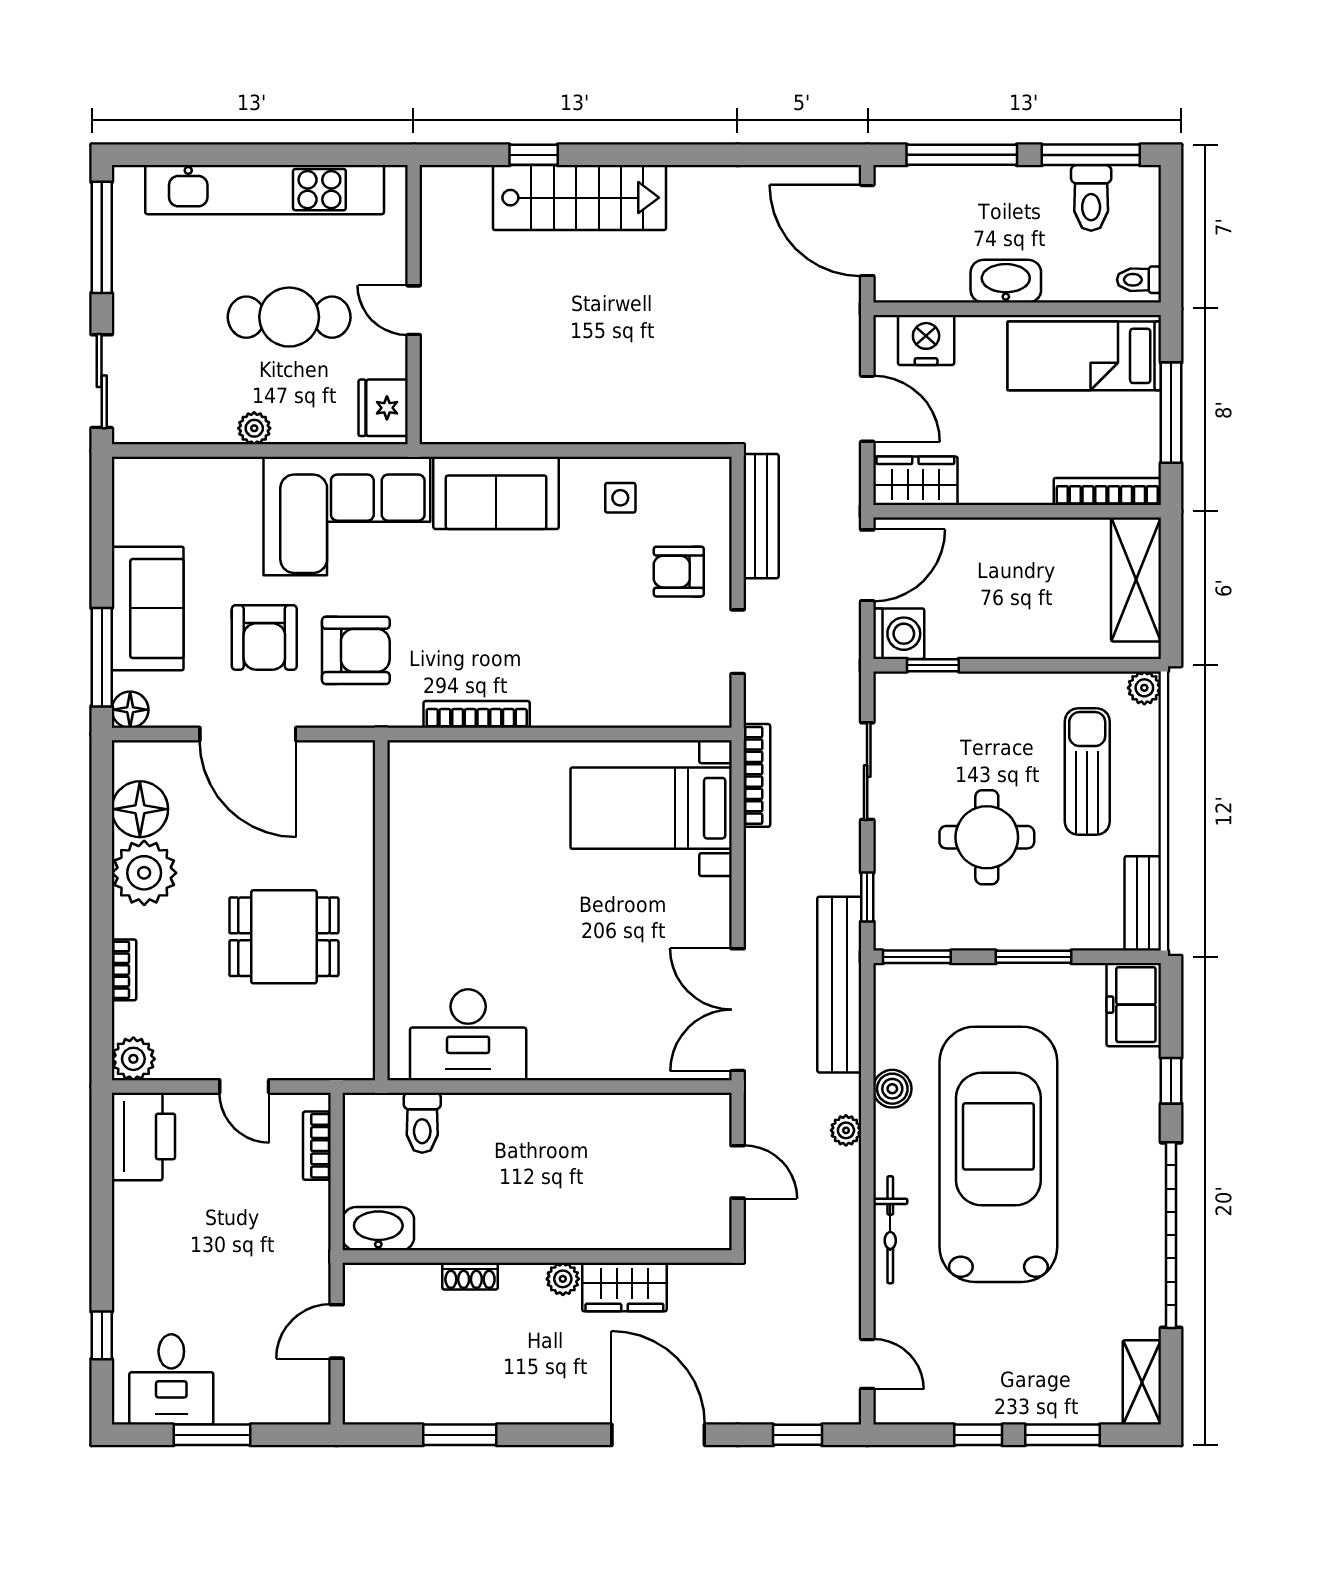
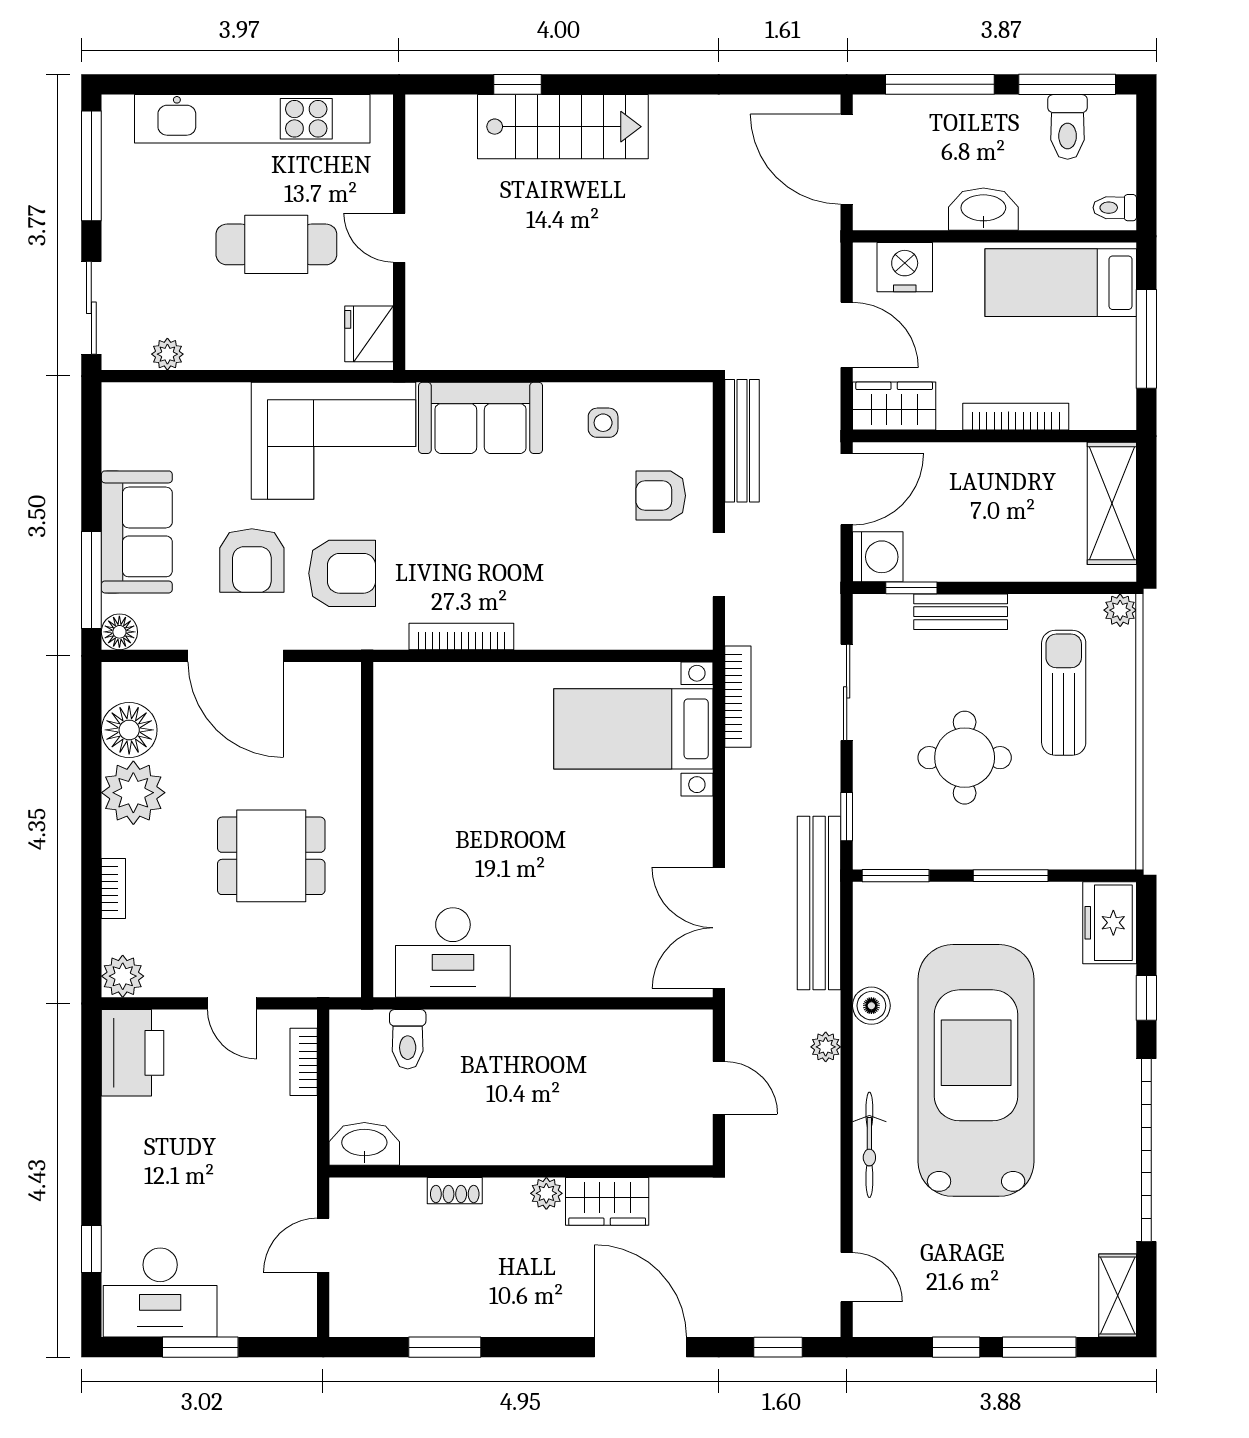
plant: (254, 428) -> (167, 354), moved
bookcase: (1107, 491) -> (1016, 417), moved
bench: (1143, 903) -> (961, 612), moved, turned 90
desk: (171, 1379) -> (160, 1292), width x1.37

